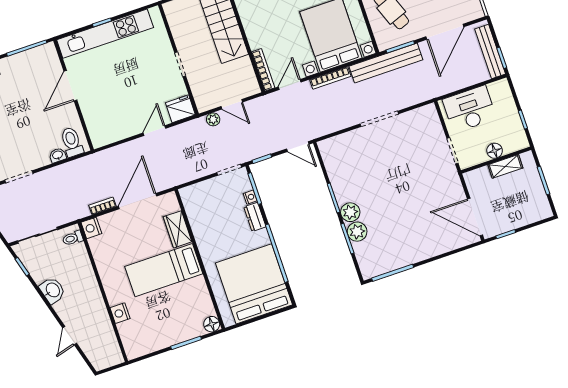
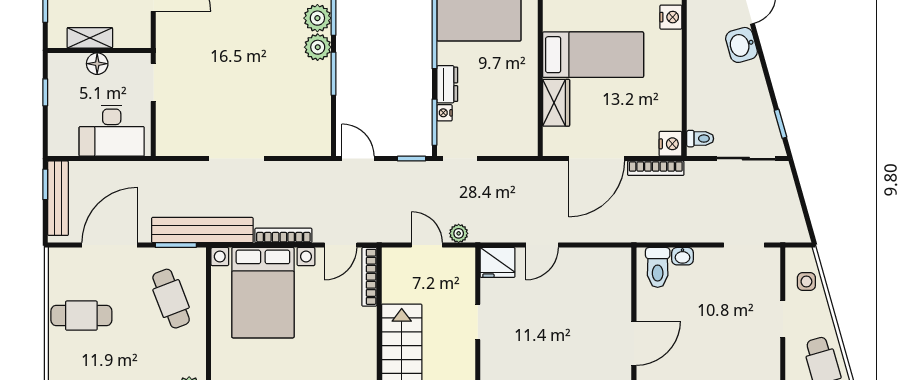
bookcase: (103, 206) -> (656, 168), width x1.56
washbasin: (52, 290) -> (741, 45), moved

